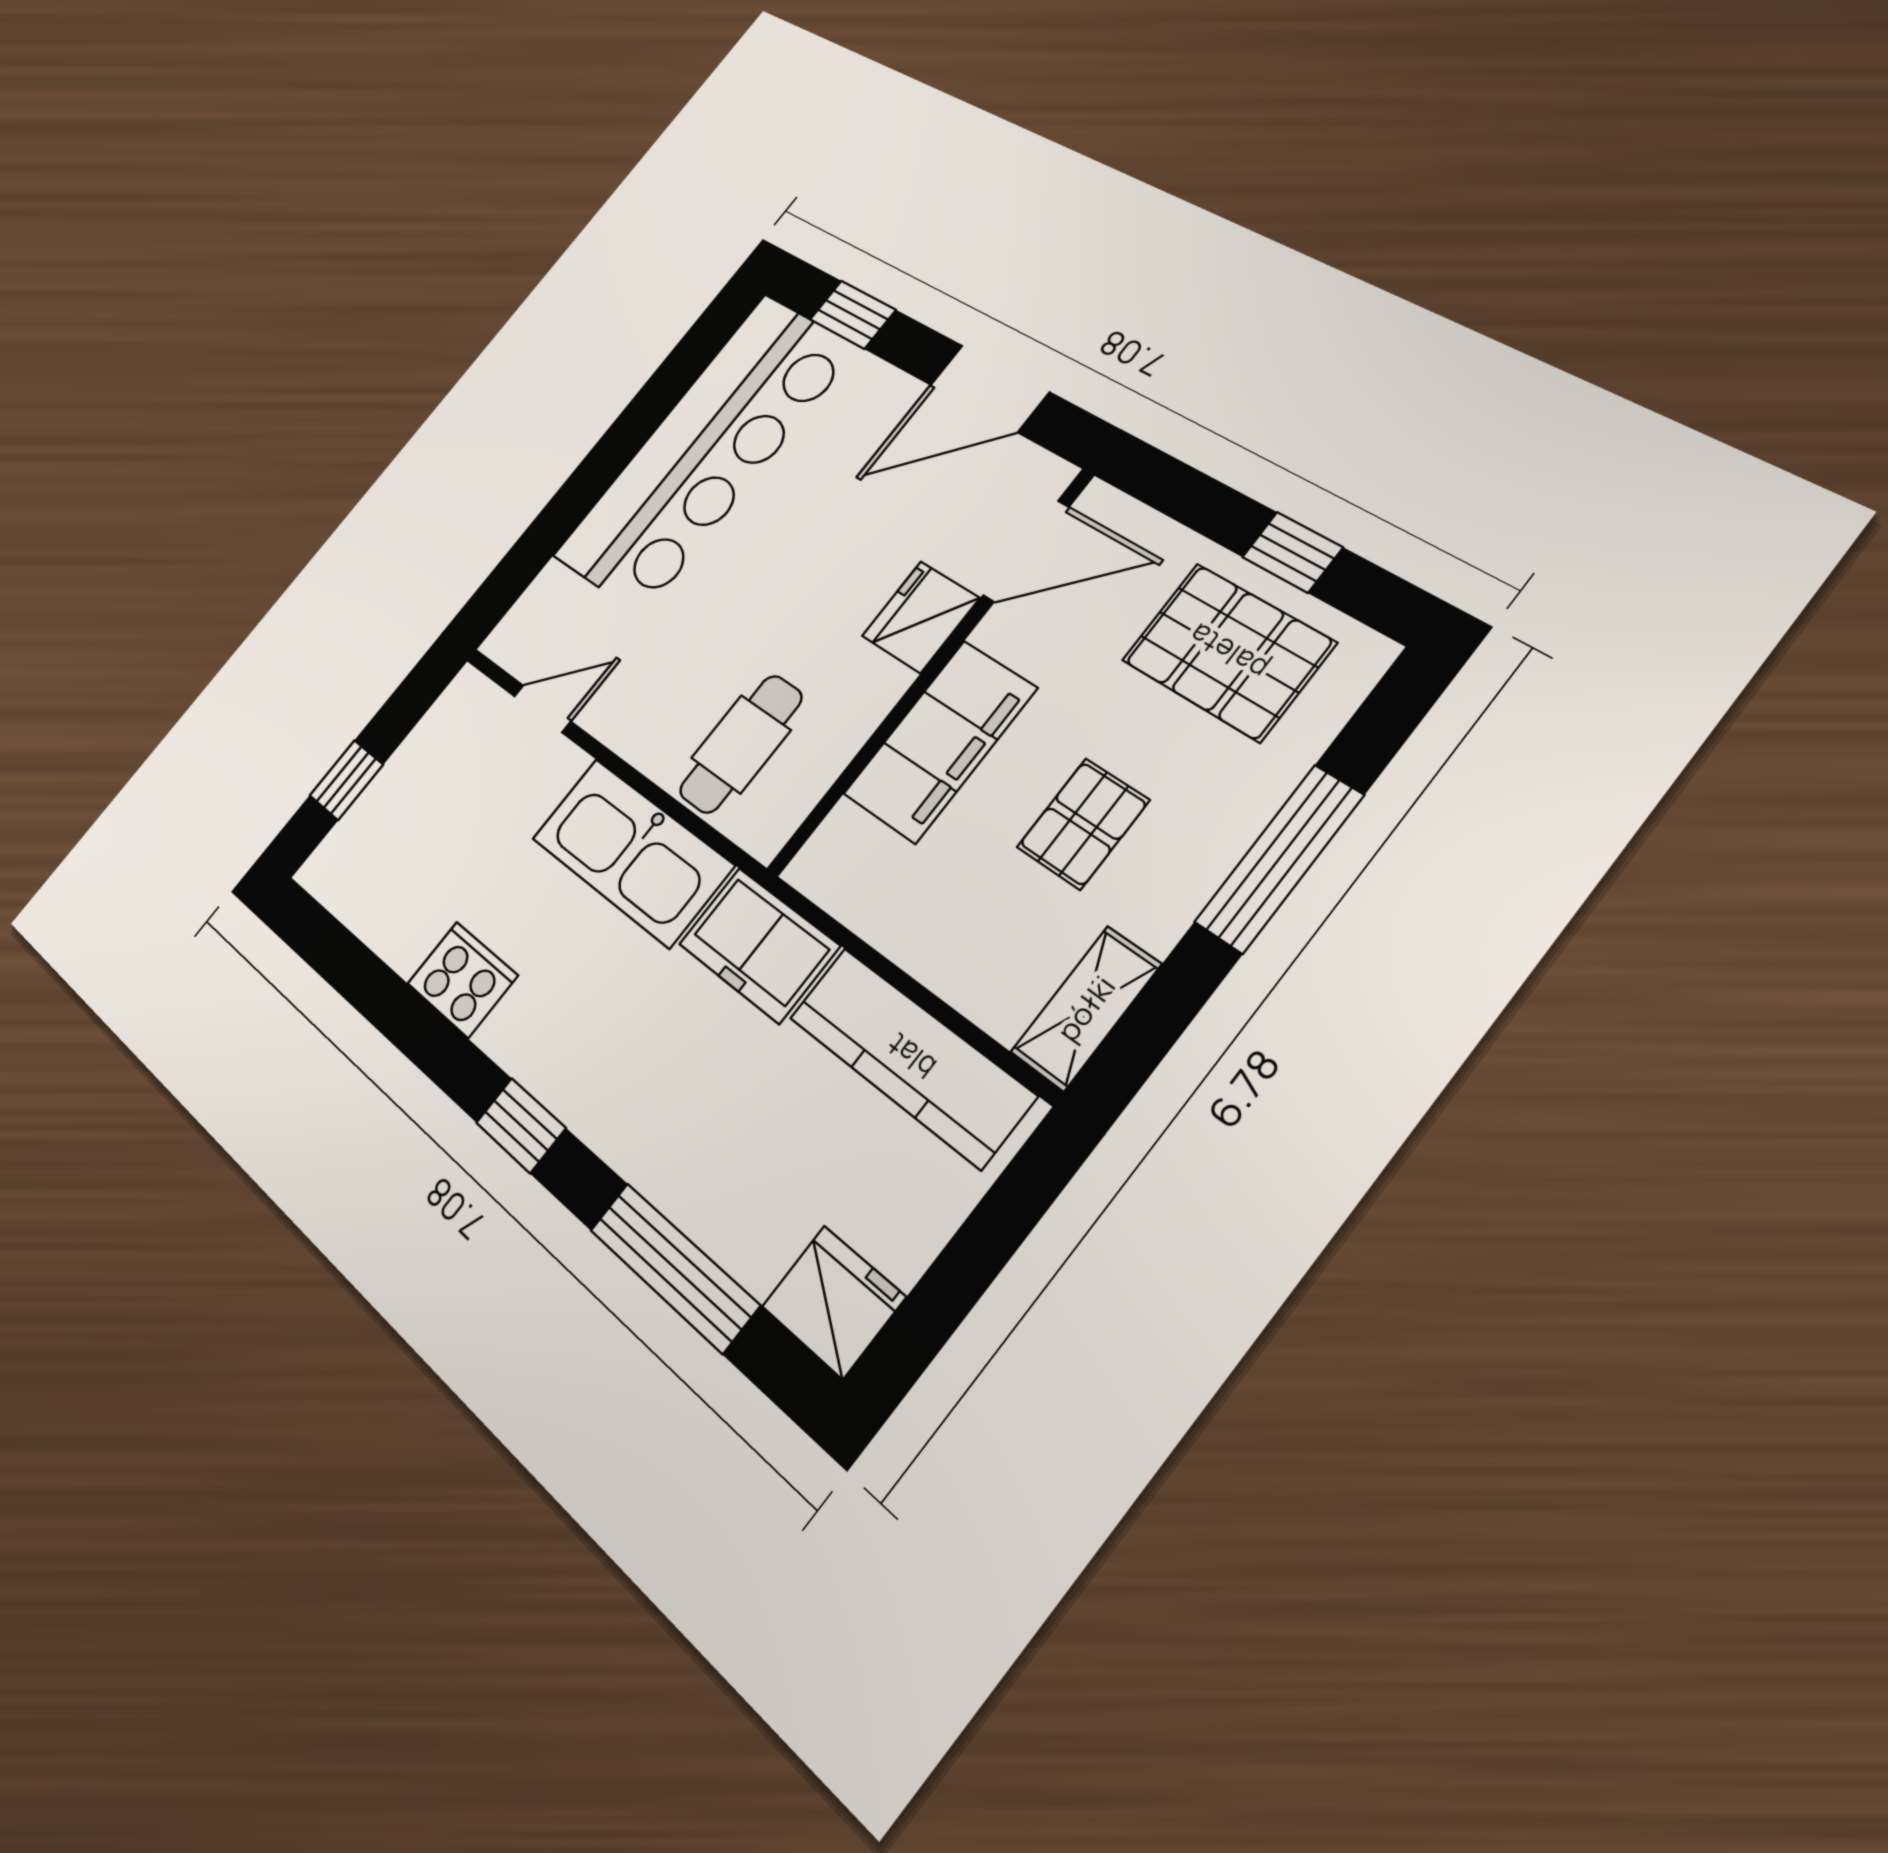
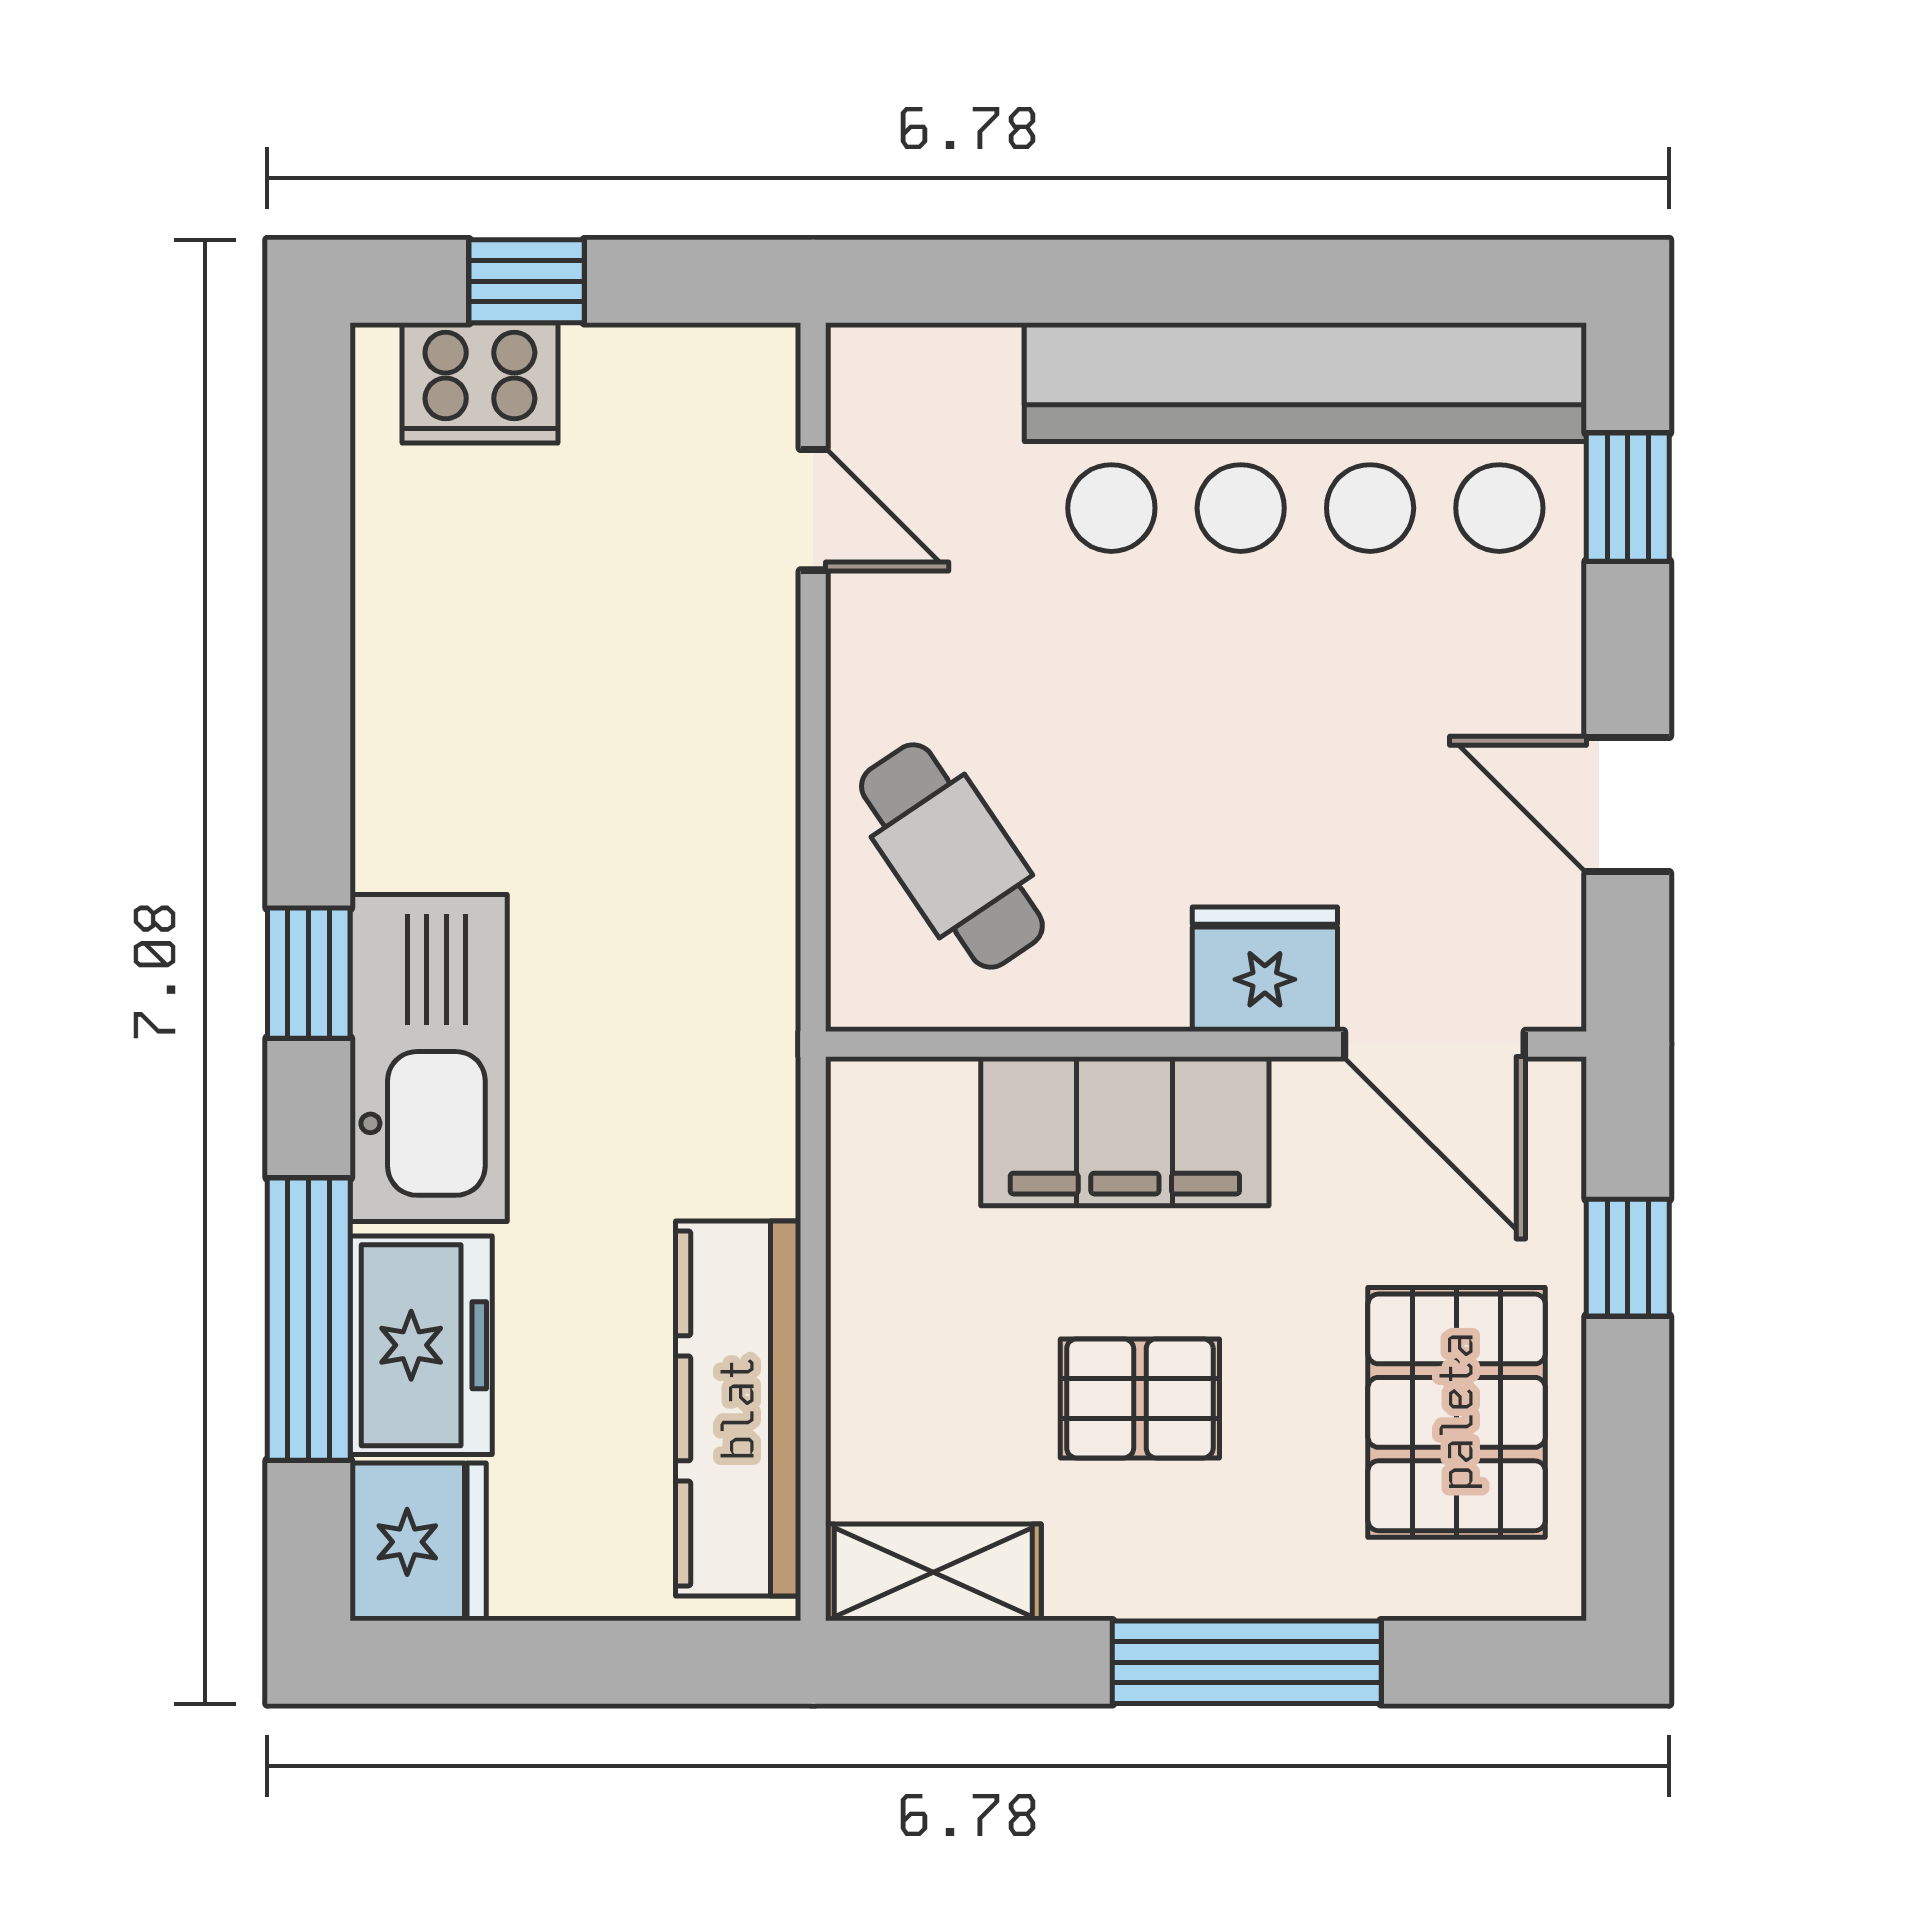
door: (989, 388) -> (1628, 804), width x0.73
window: (1292, 552) -> (1628, 1258), moved
cafe table: (741, 744) -> (952, 856), turned 56
kitchen sink: (632, 852) -> (429, 1058), moved, turned 180
freezer: (759, 945) -> (421, 1345), moved, turned 180
cooker: (462, 980) -> (480, 383), moved, turned 90

